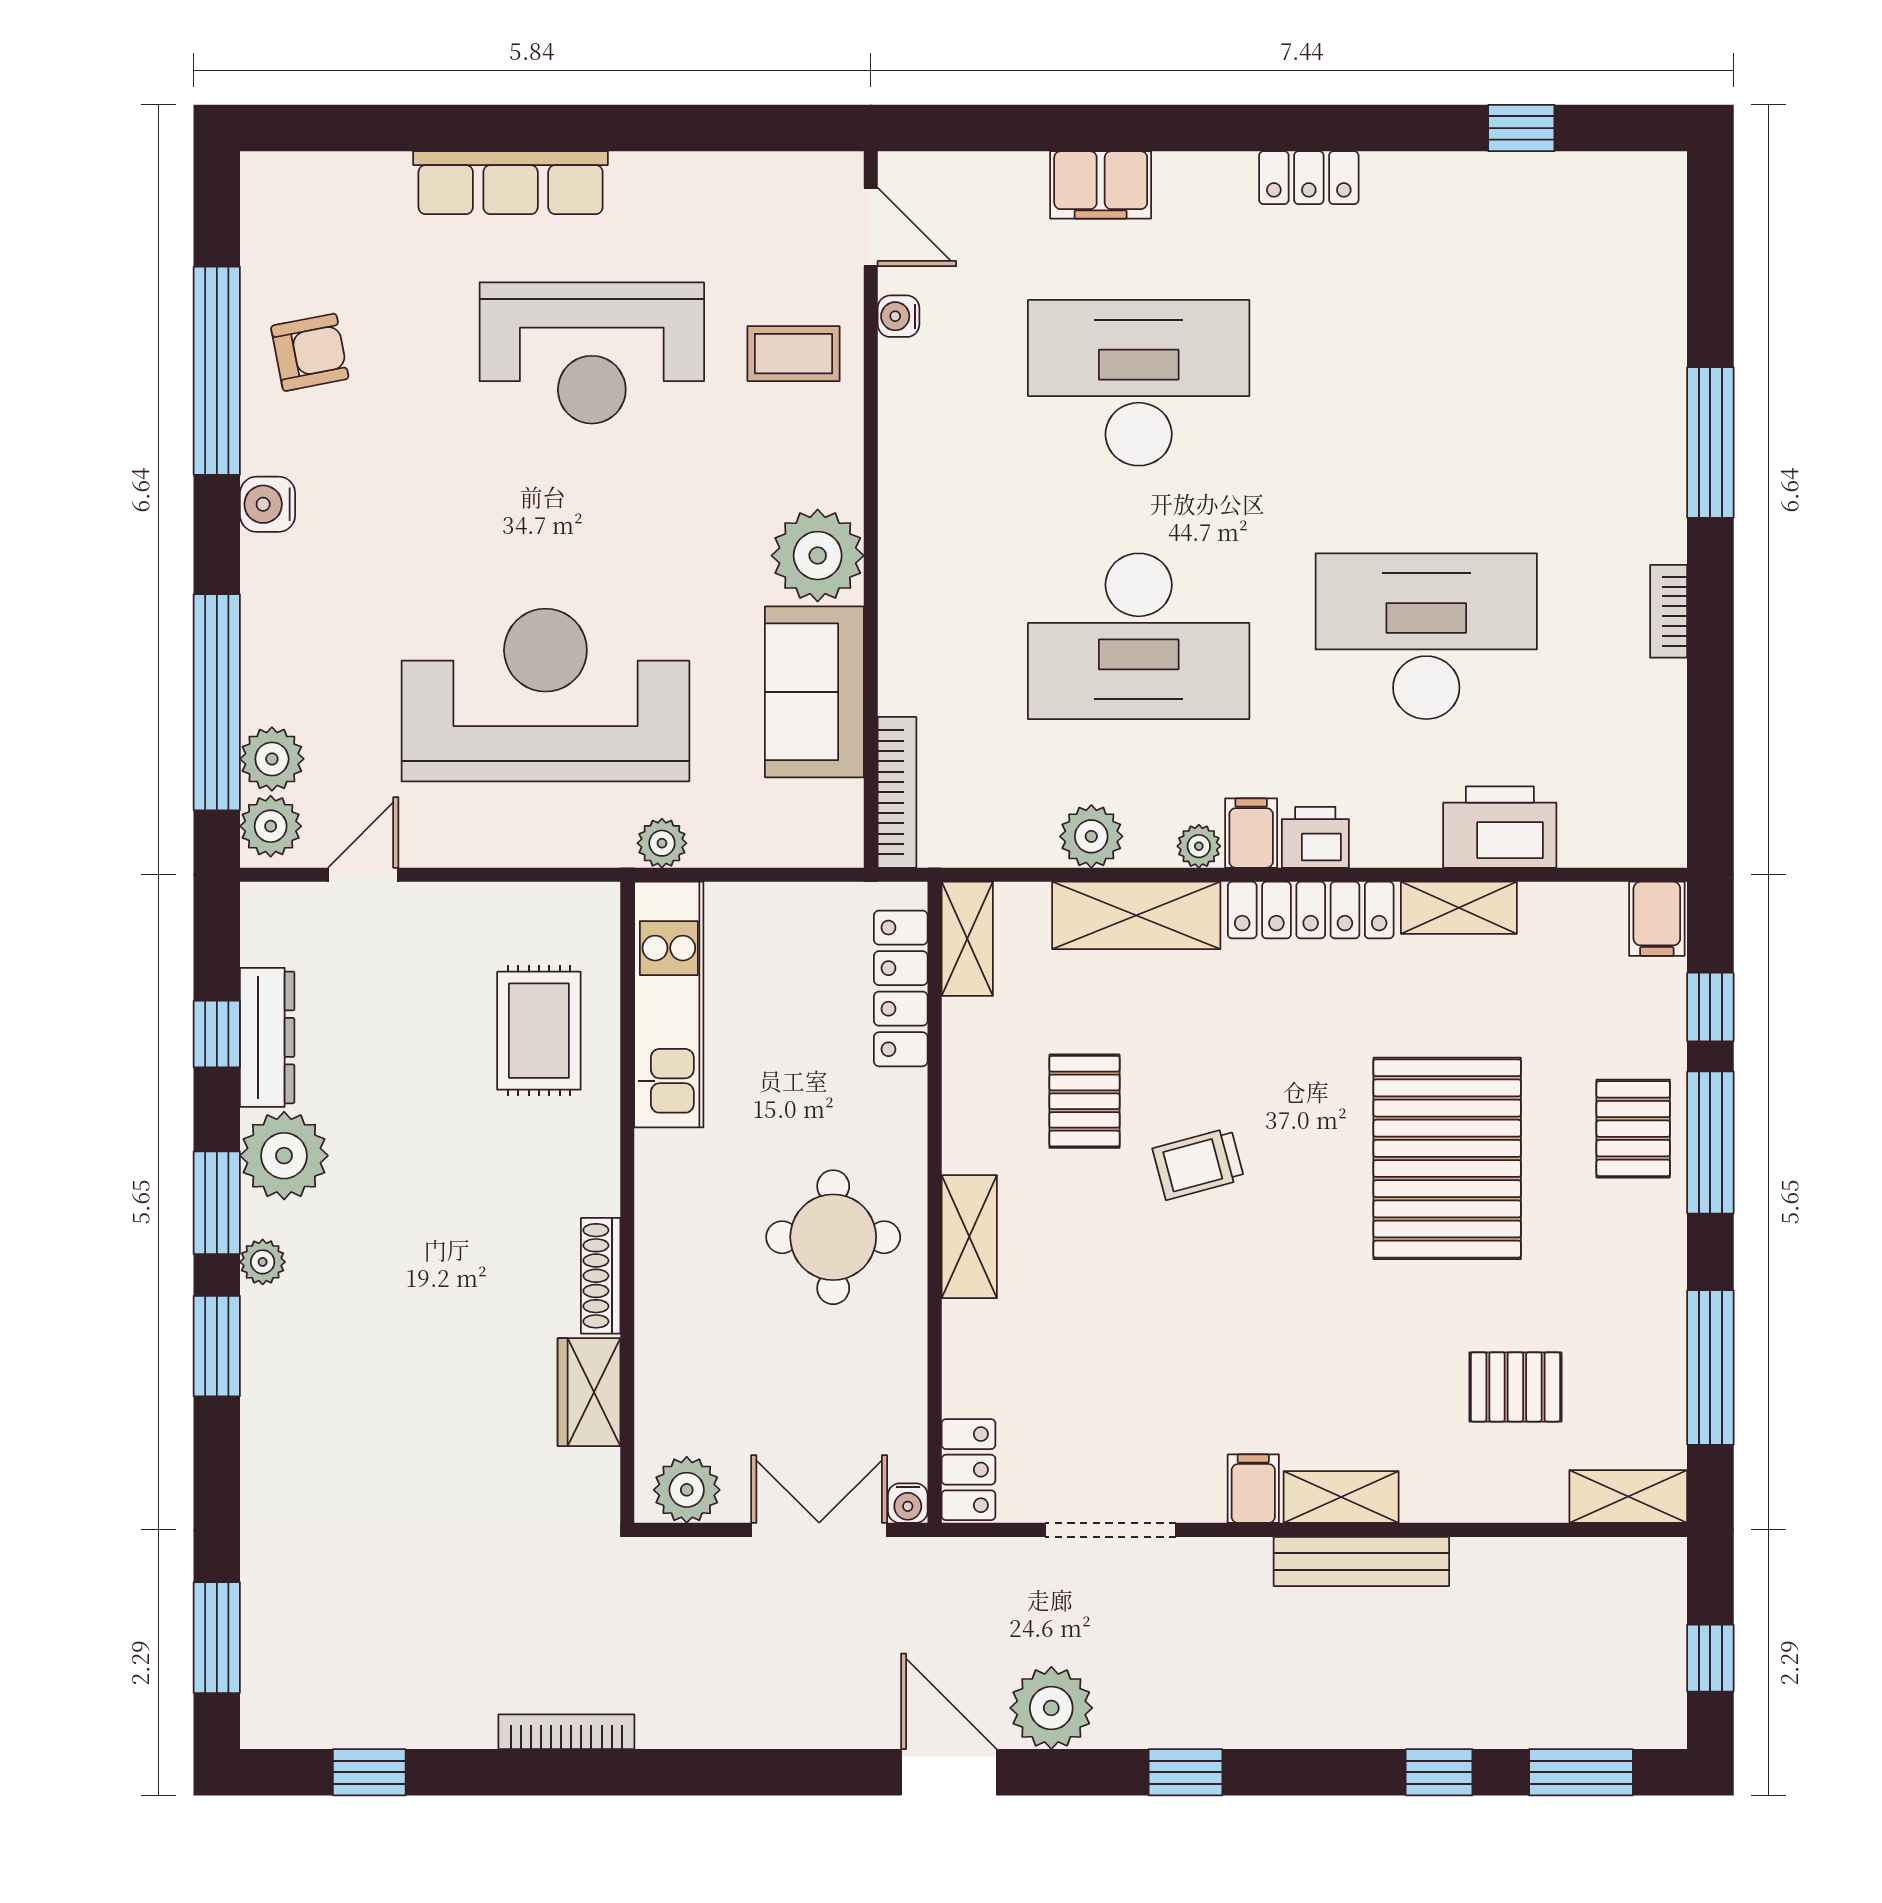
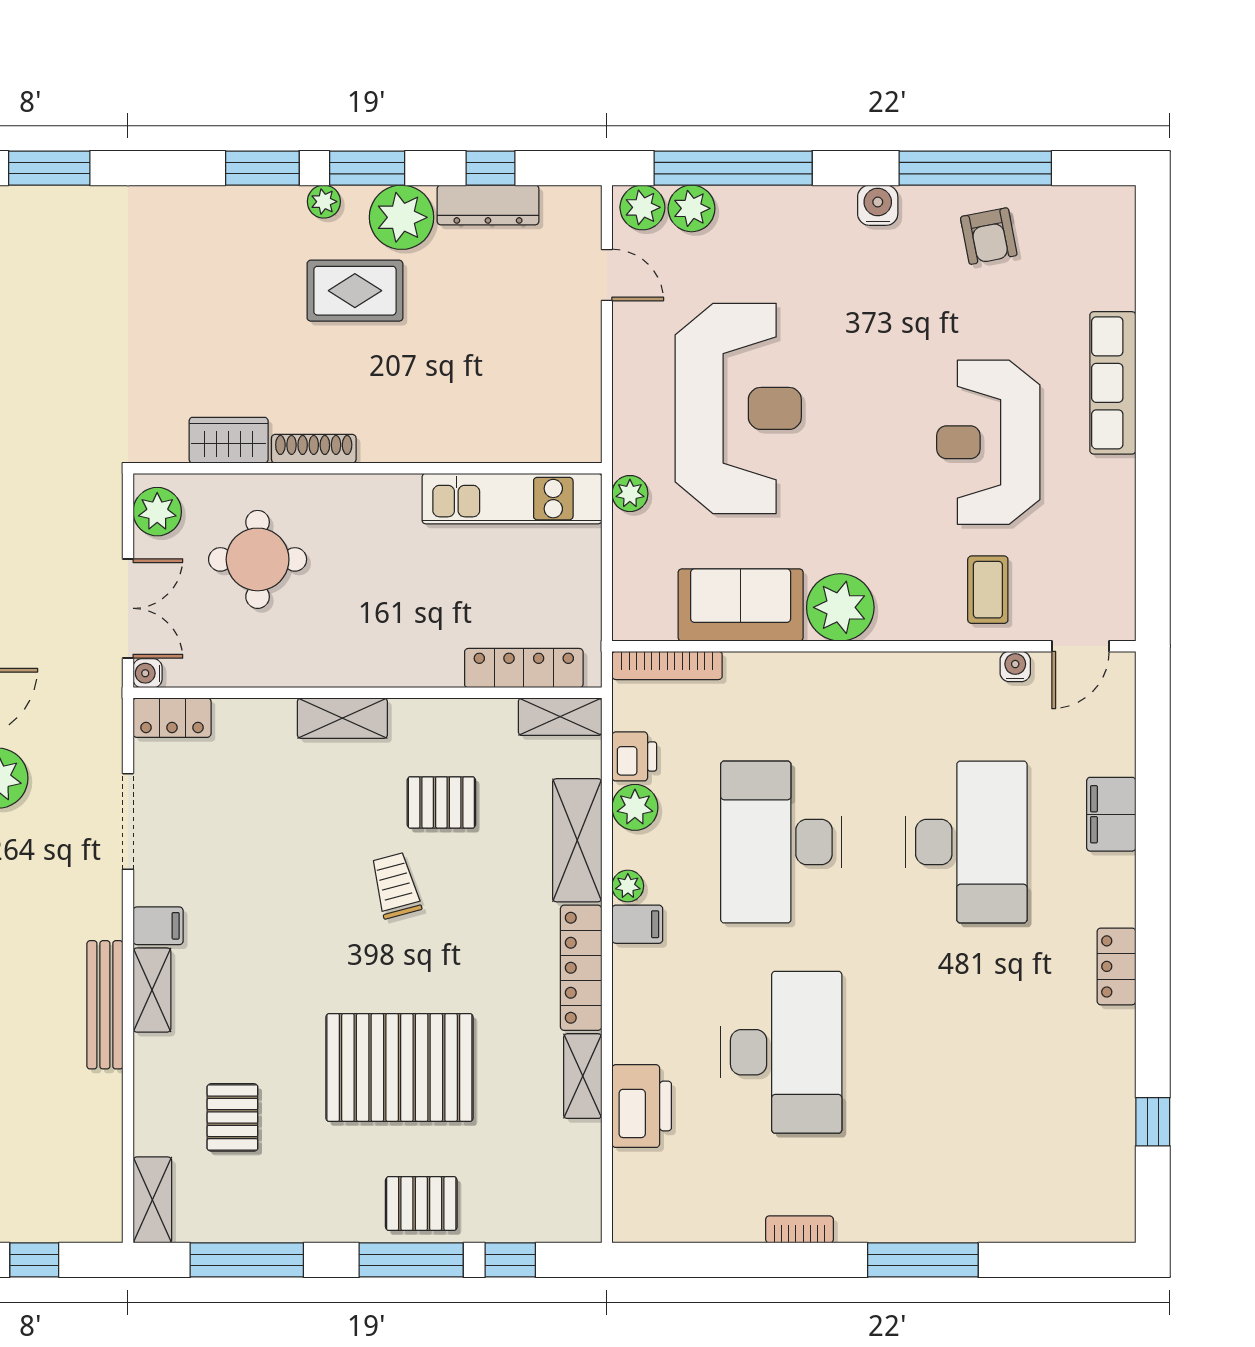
printer: (1315, 837) -> (634, 756), moved
filing cabinet: (1657, 919) -> (575, 1221), removed
rug: (539, 1031) -> (355, 291), moved
round table: (833, 1237) -> (258, 559), moved

